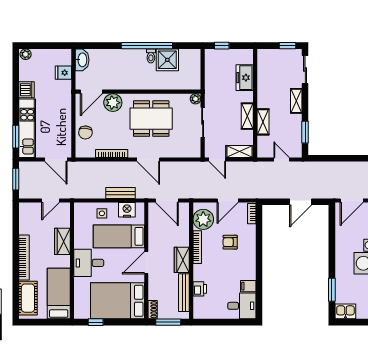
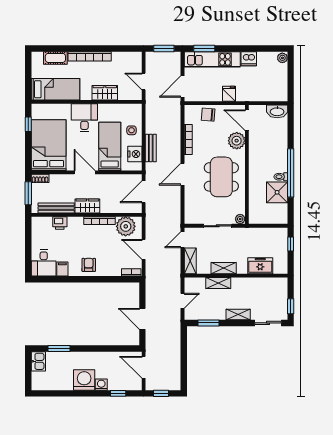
fridge: (63, 73) -> (229, 94), moved
armchair: (230, 242) -> (89, 265), moved
cot: (28, 298) -> (55, 58), width x0.73, depth x0.75

